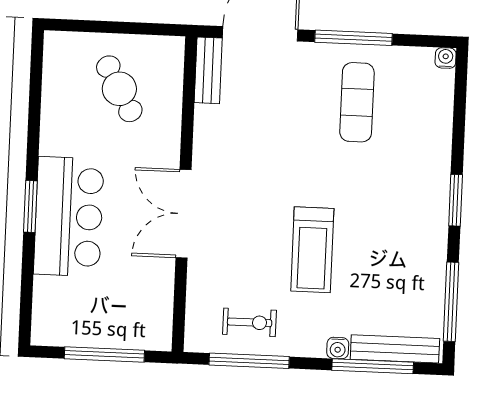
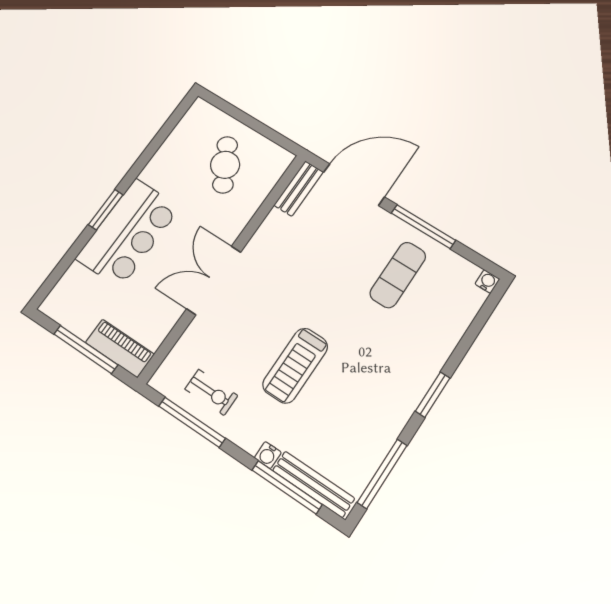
piano: (136, 334) -> (120, 348), added

